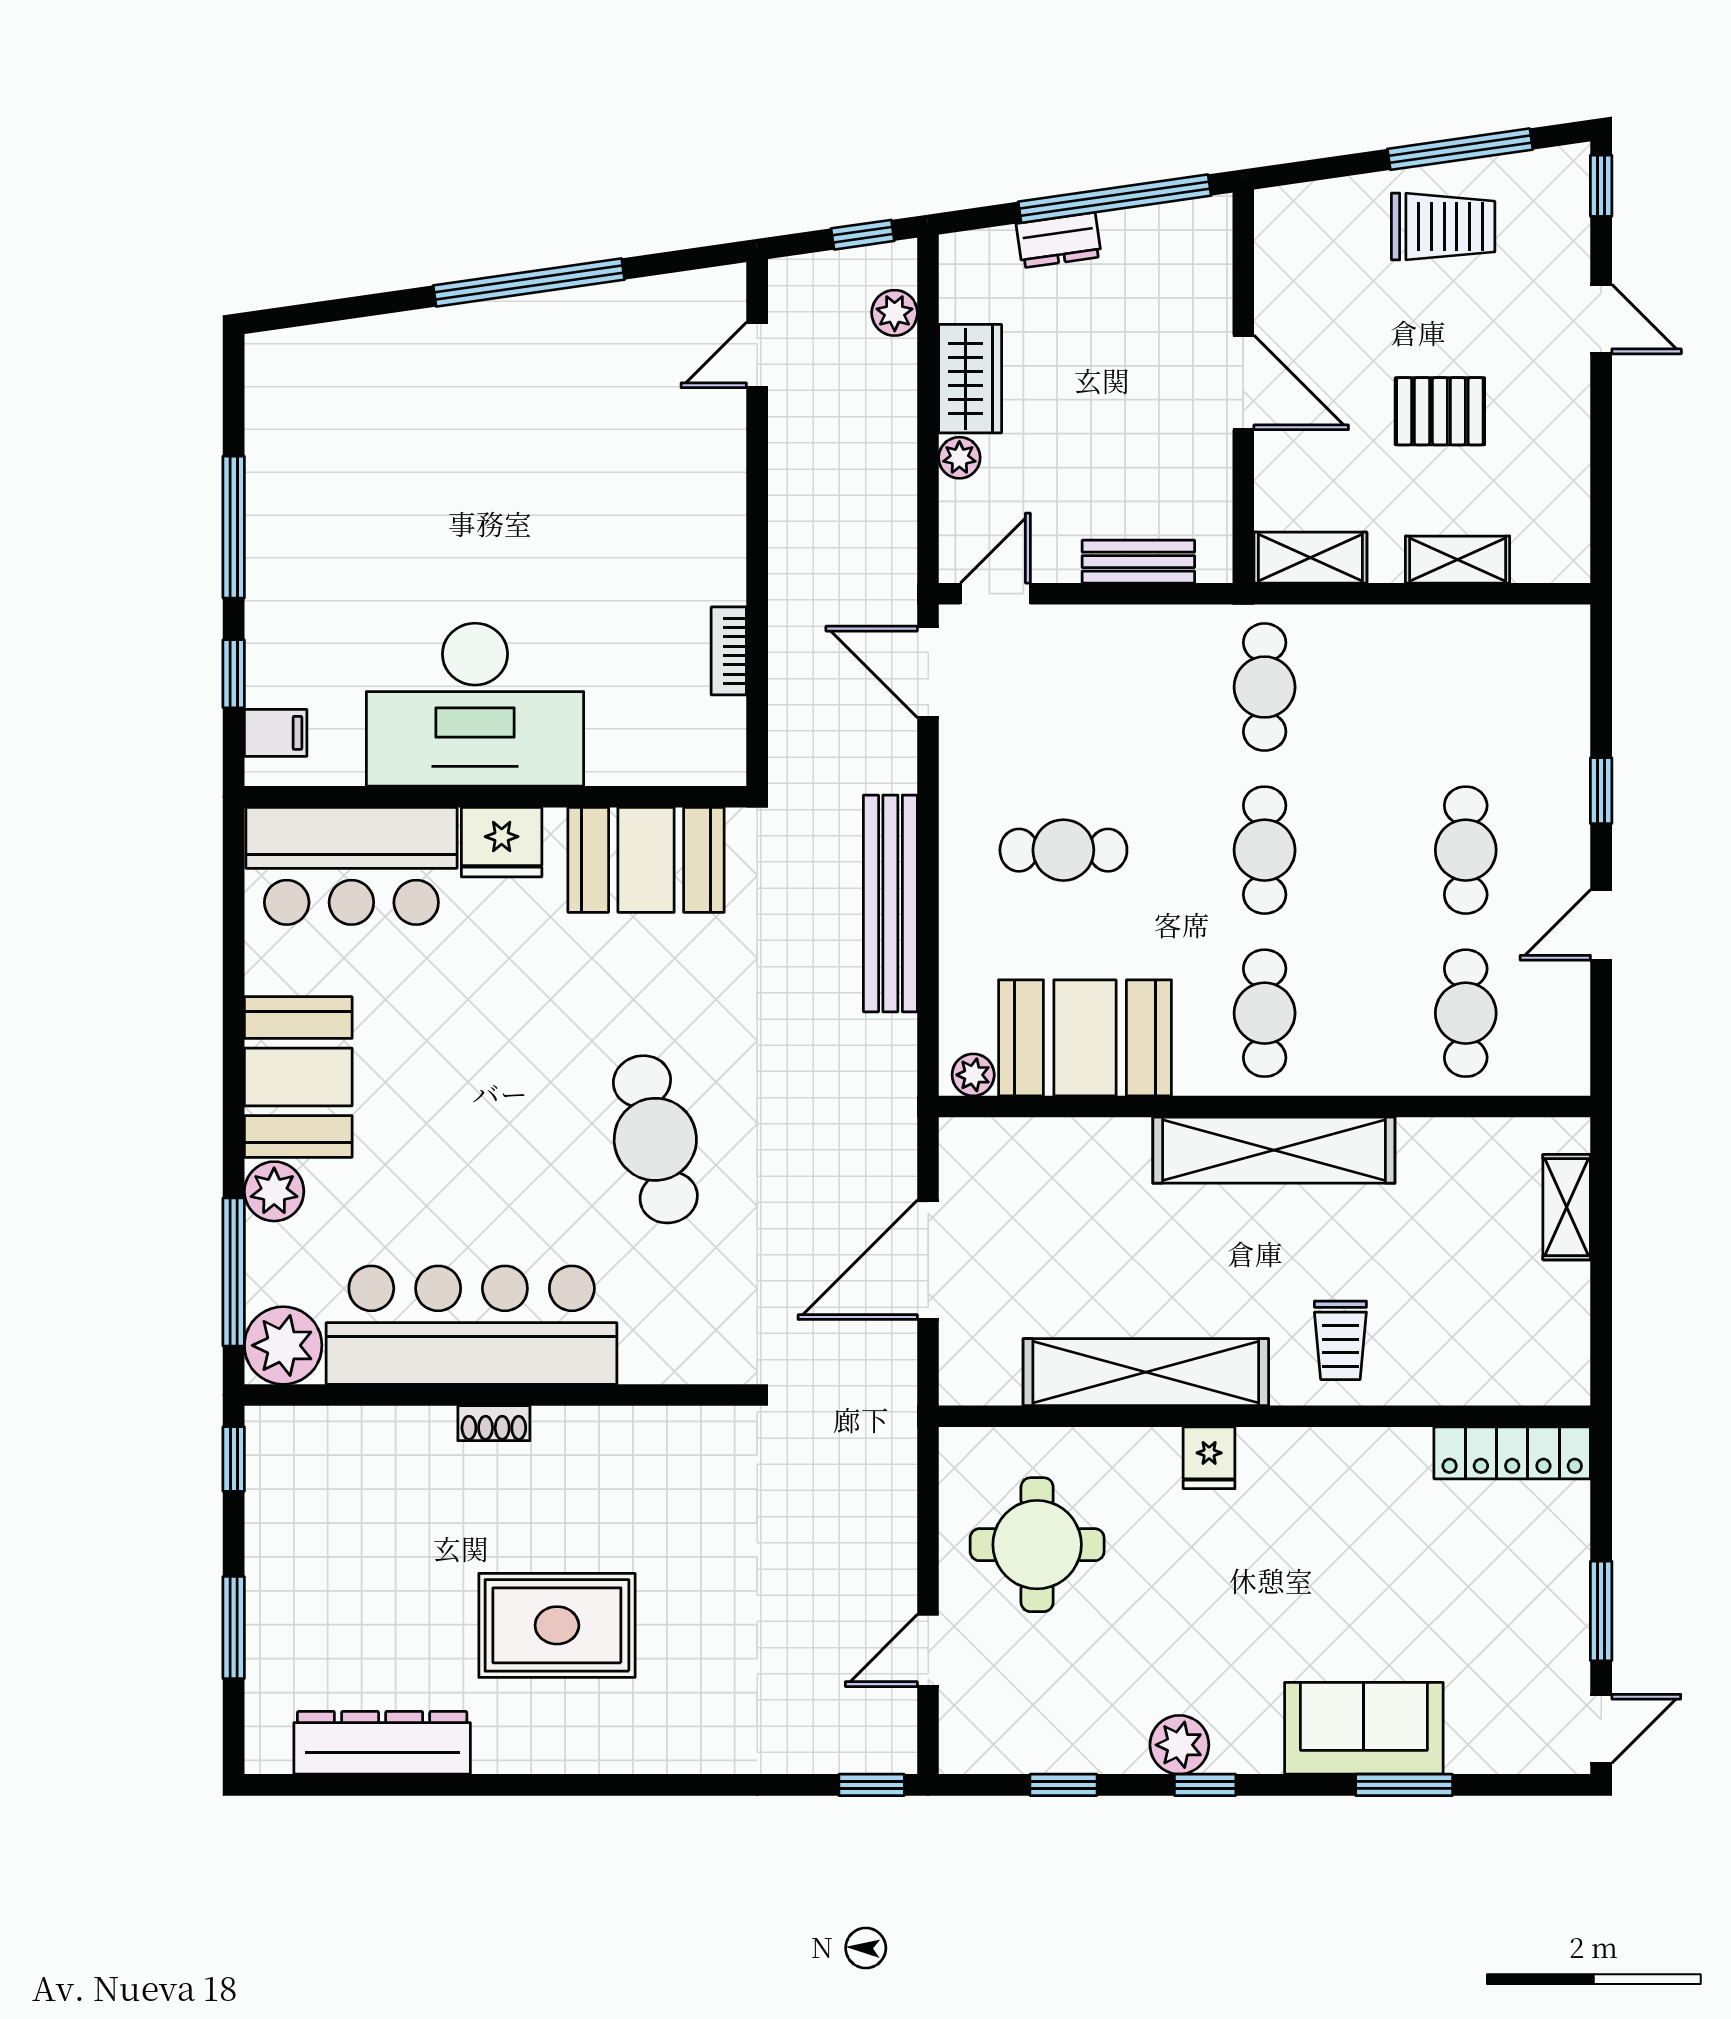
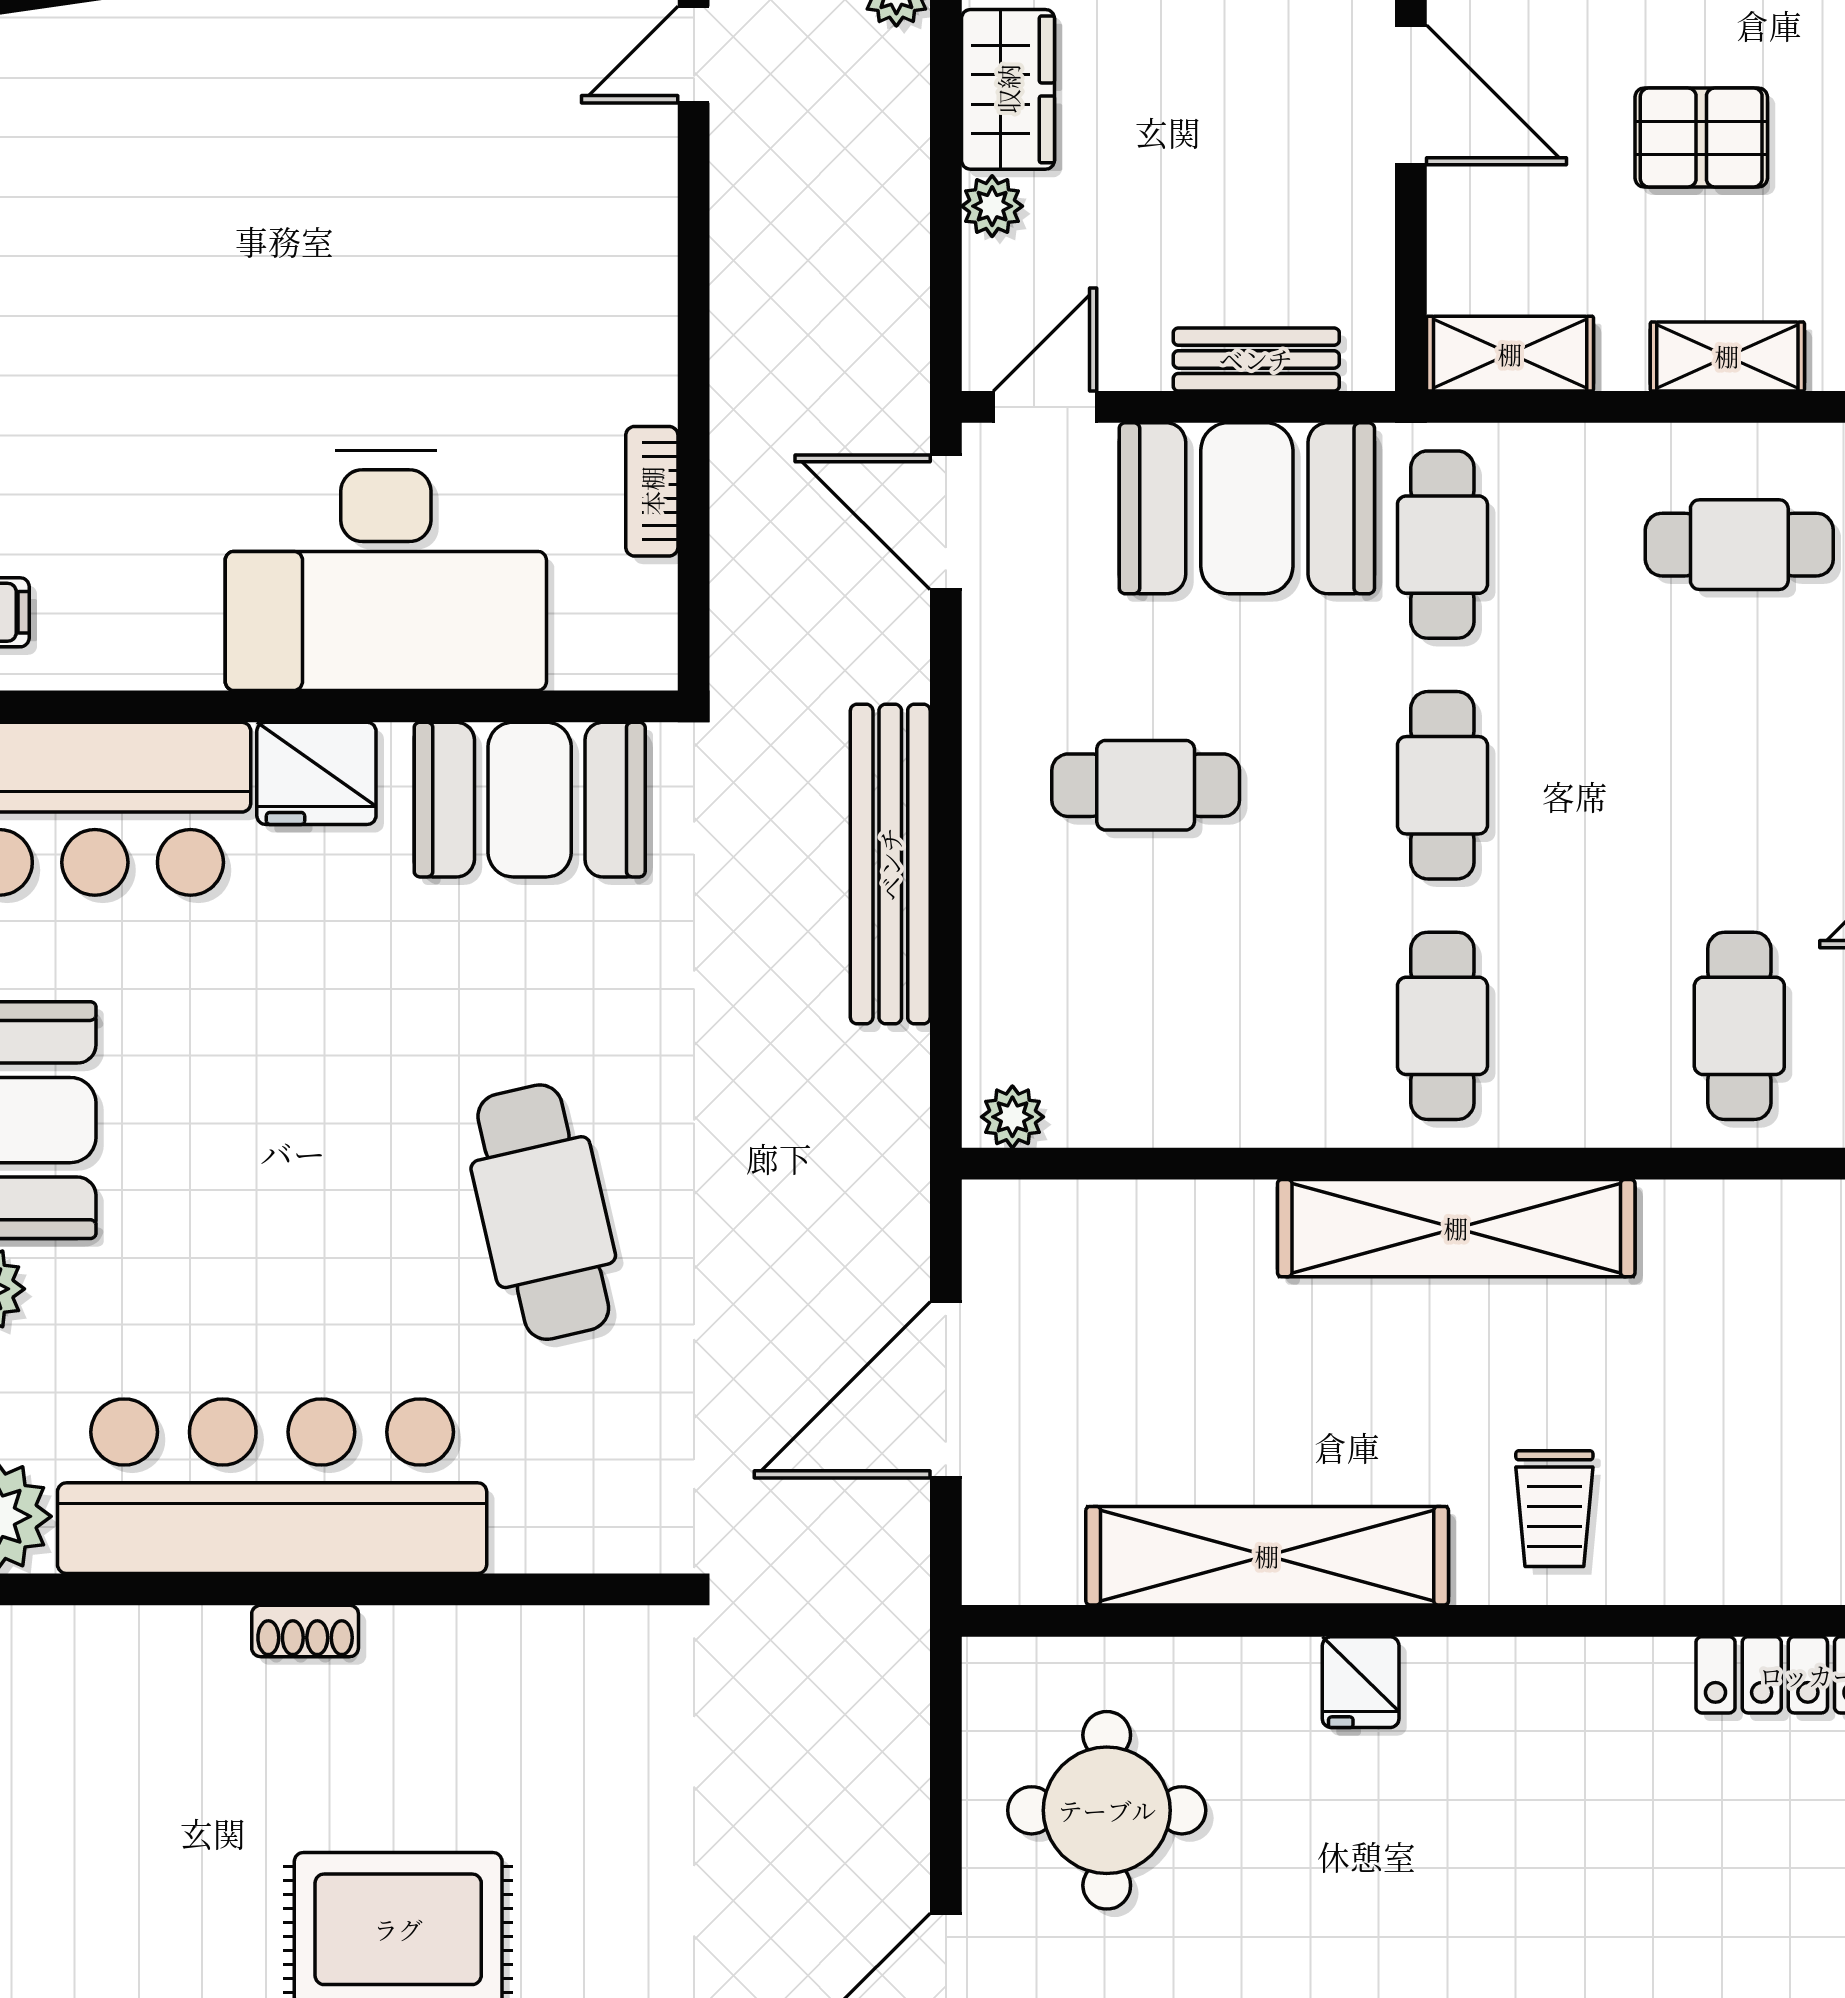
desk: (475, 705) -> (386, 570), moved
cafe table: (1466, 850) -> (1739, 545), moved, turned 90
booth: (1085, 1038) -> (1247, 508), moved

